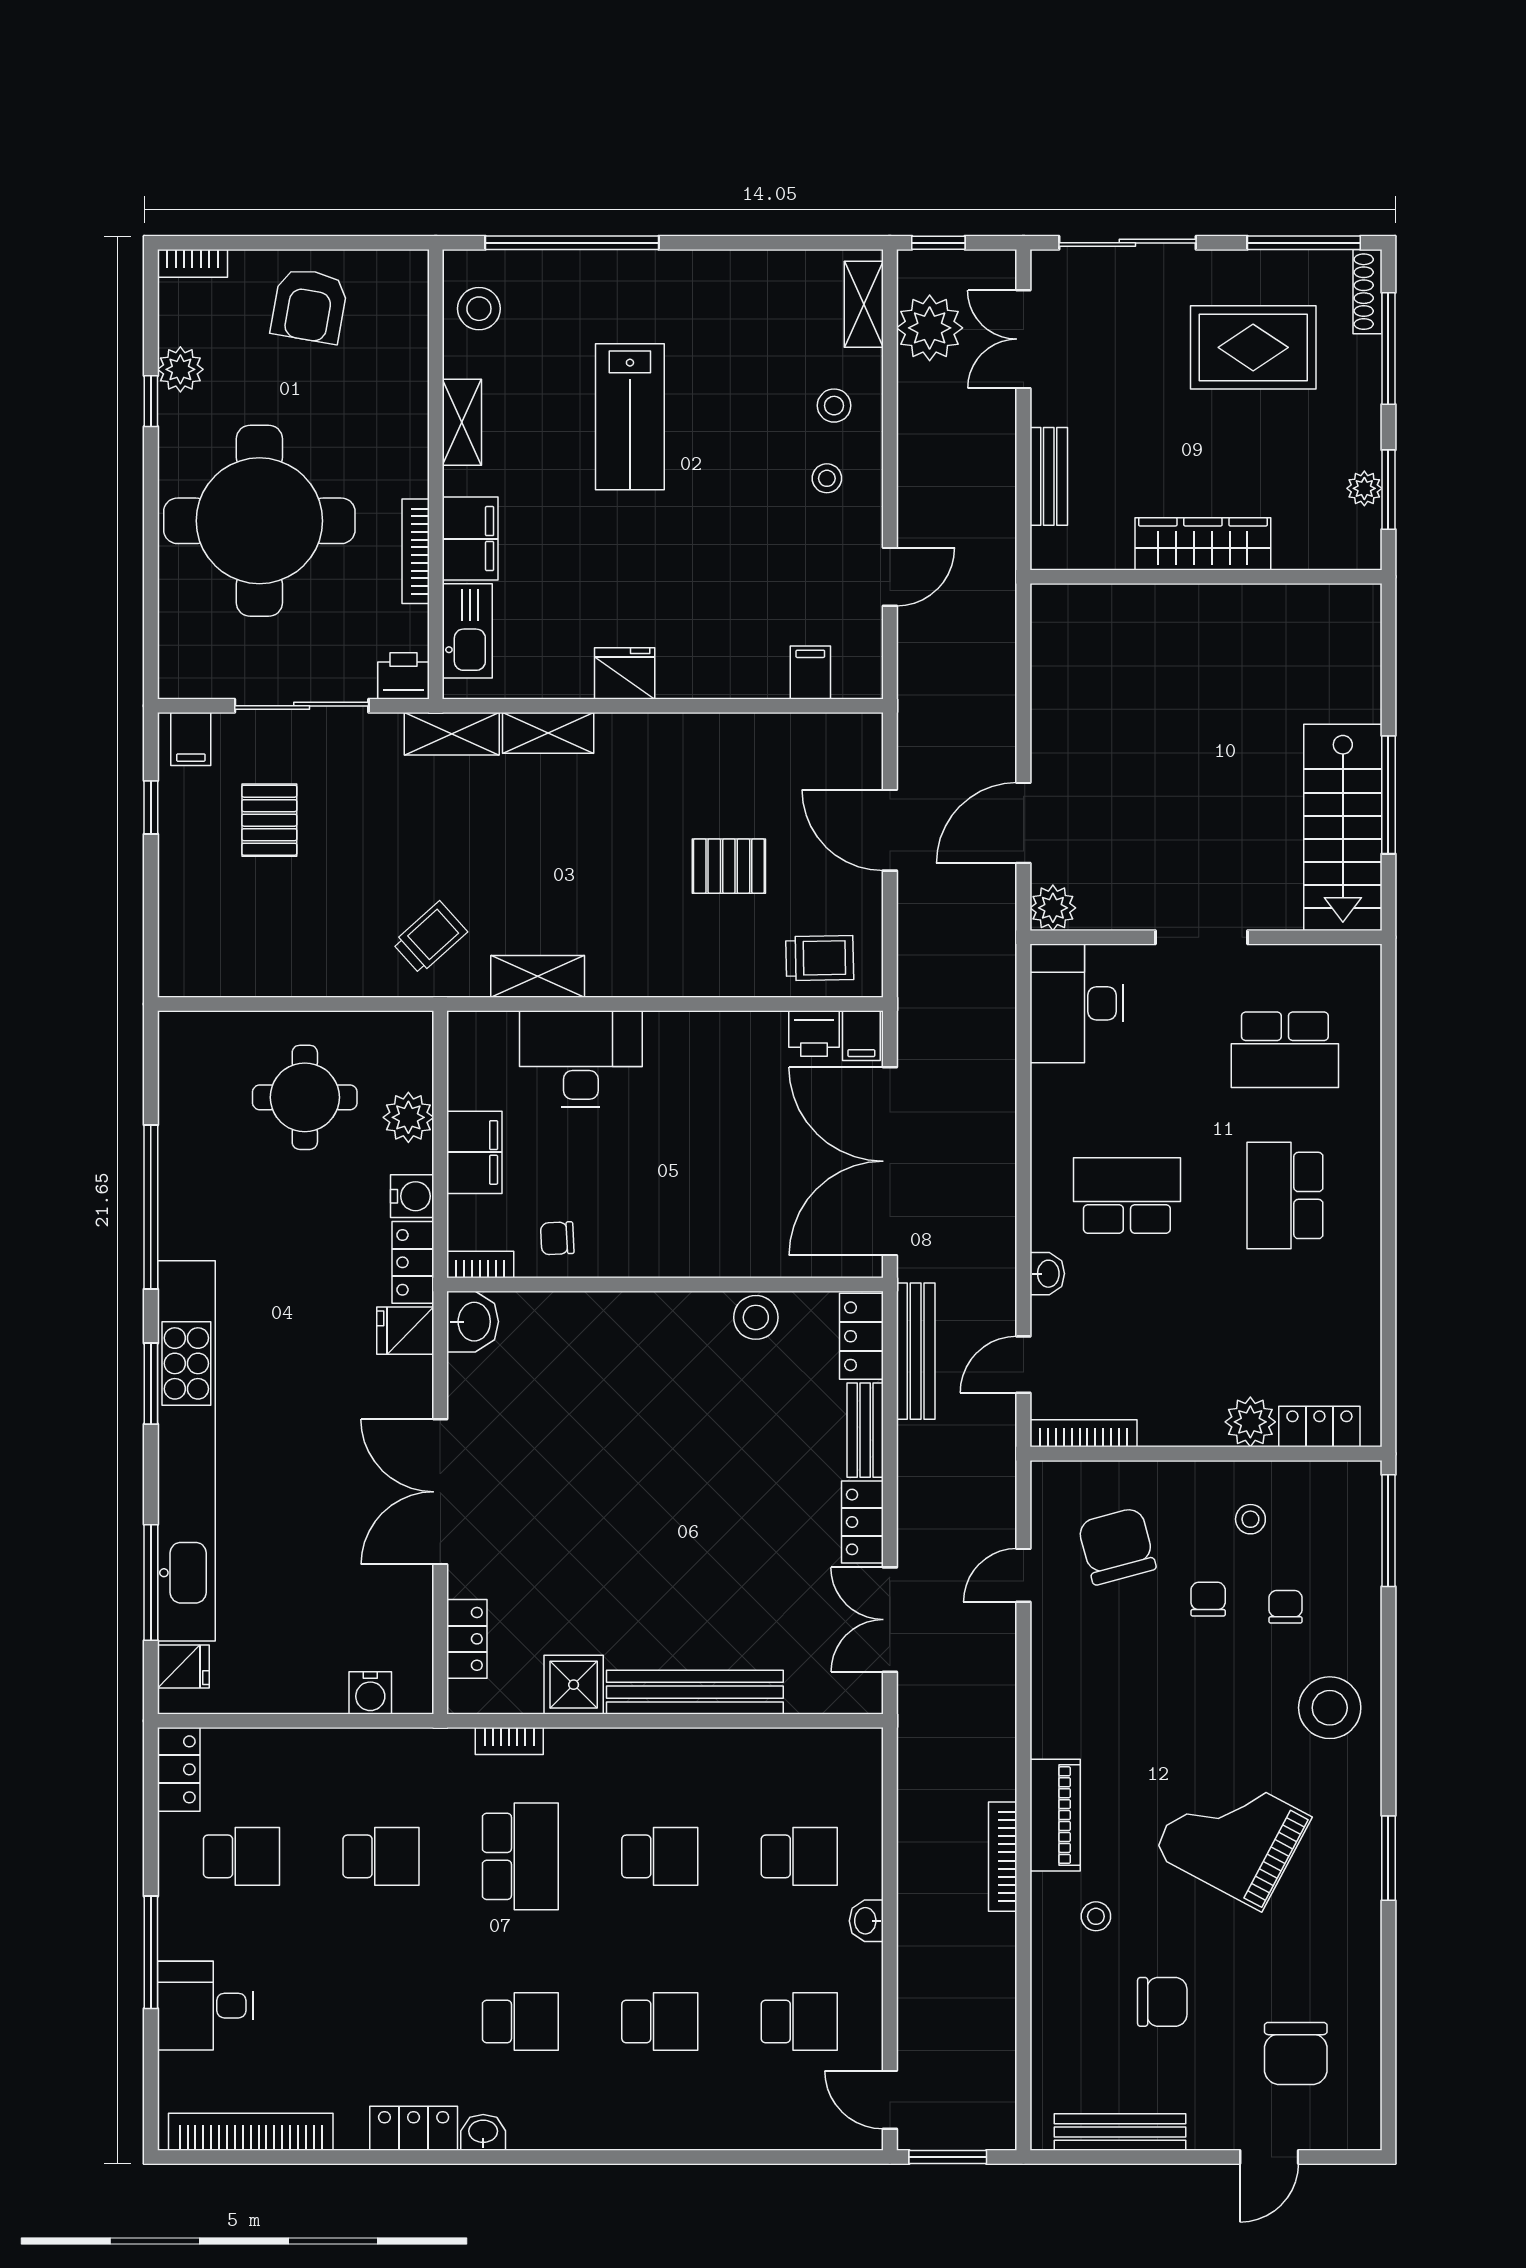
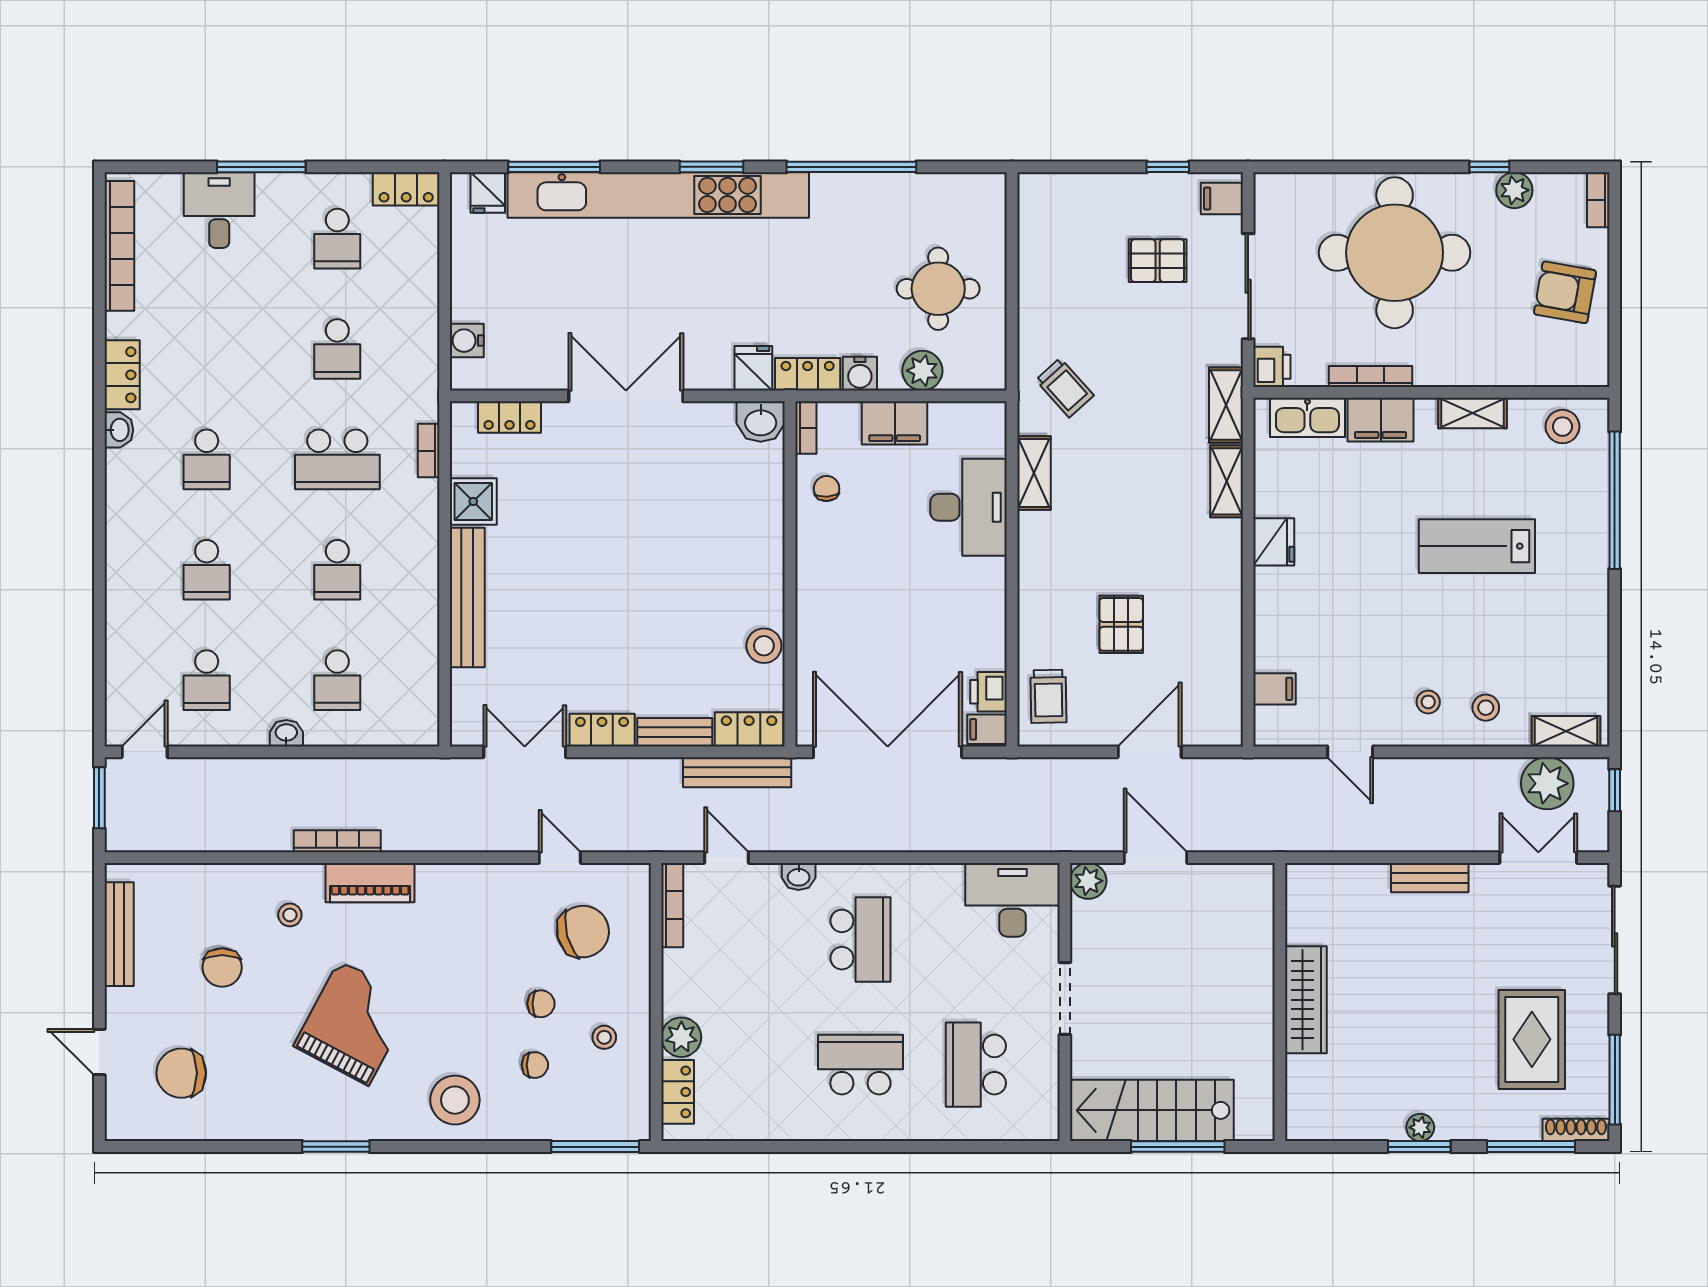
wardrobe: (1203, 544) -> (1306, 1000), moved
wall: (1206, 577) -> (1280, 1002), moved

